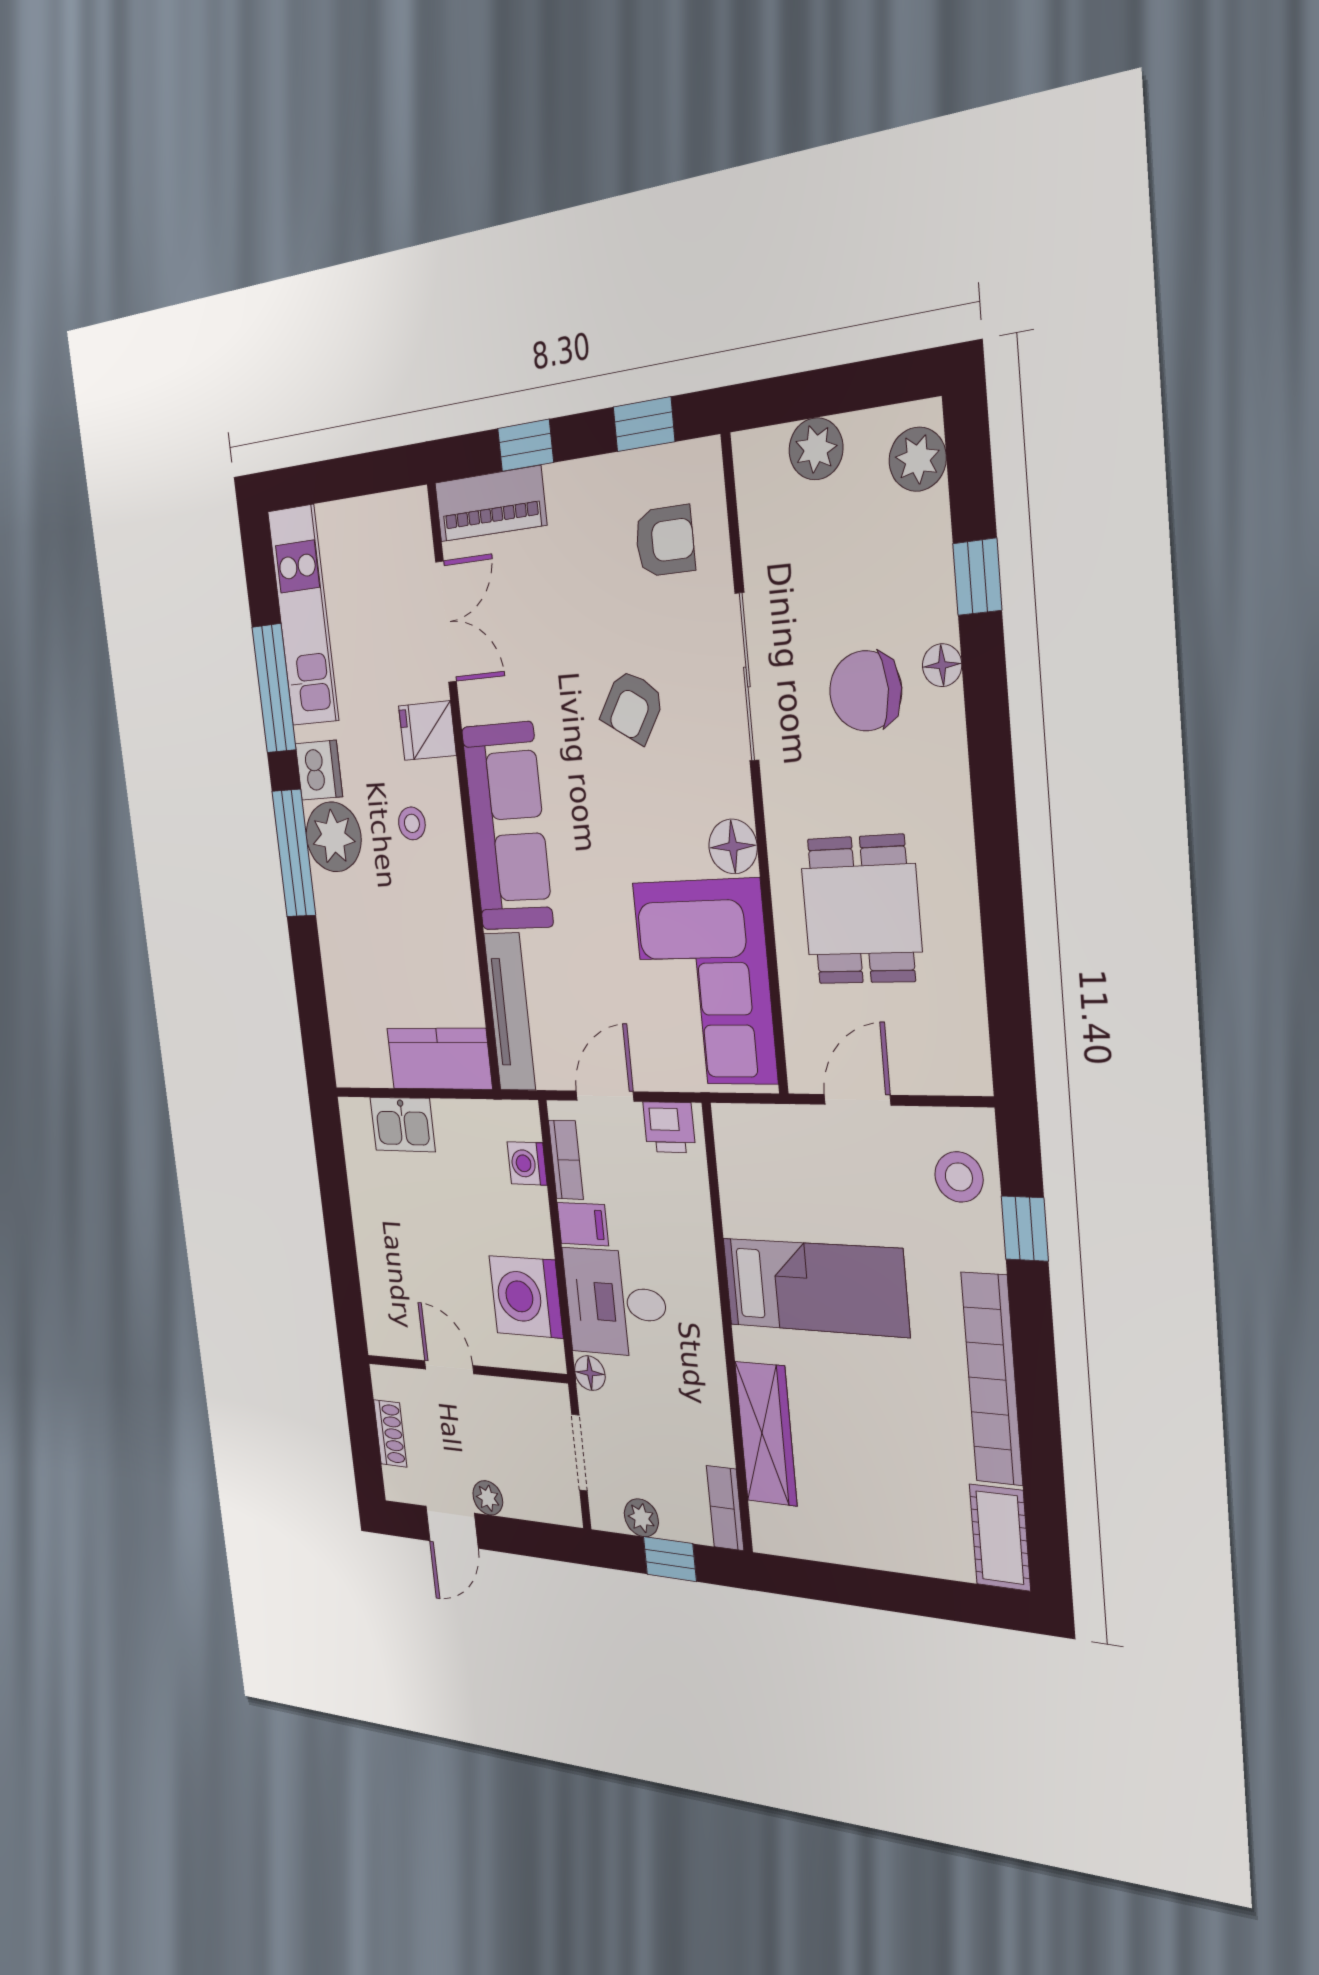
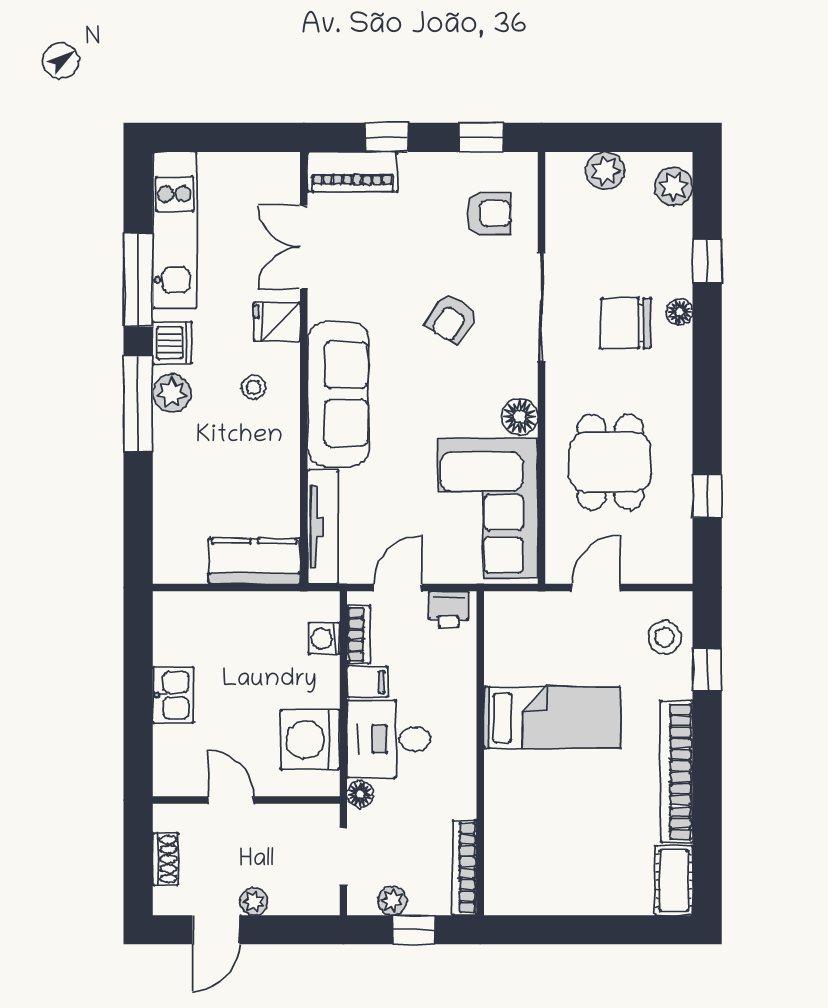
double door: (446, 622) -> (304, 247), swing flipped
plant: (334, 837) -> (172, 393), width x0.73, depth x0.73
window: (1005, 958) -> (707, 496), added
kitchen sink: (403, 1124) -> (173, 695), moved, turned -90
wardrobe: (766, 1434) -> (504, 826), removed
bookcase: (725, 1508) -> (464, 868), width x1.56

